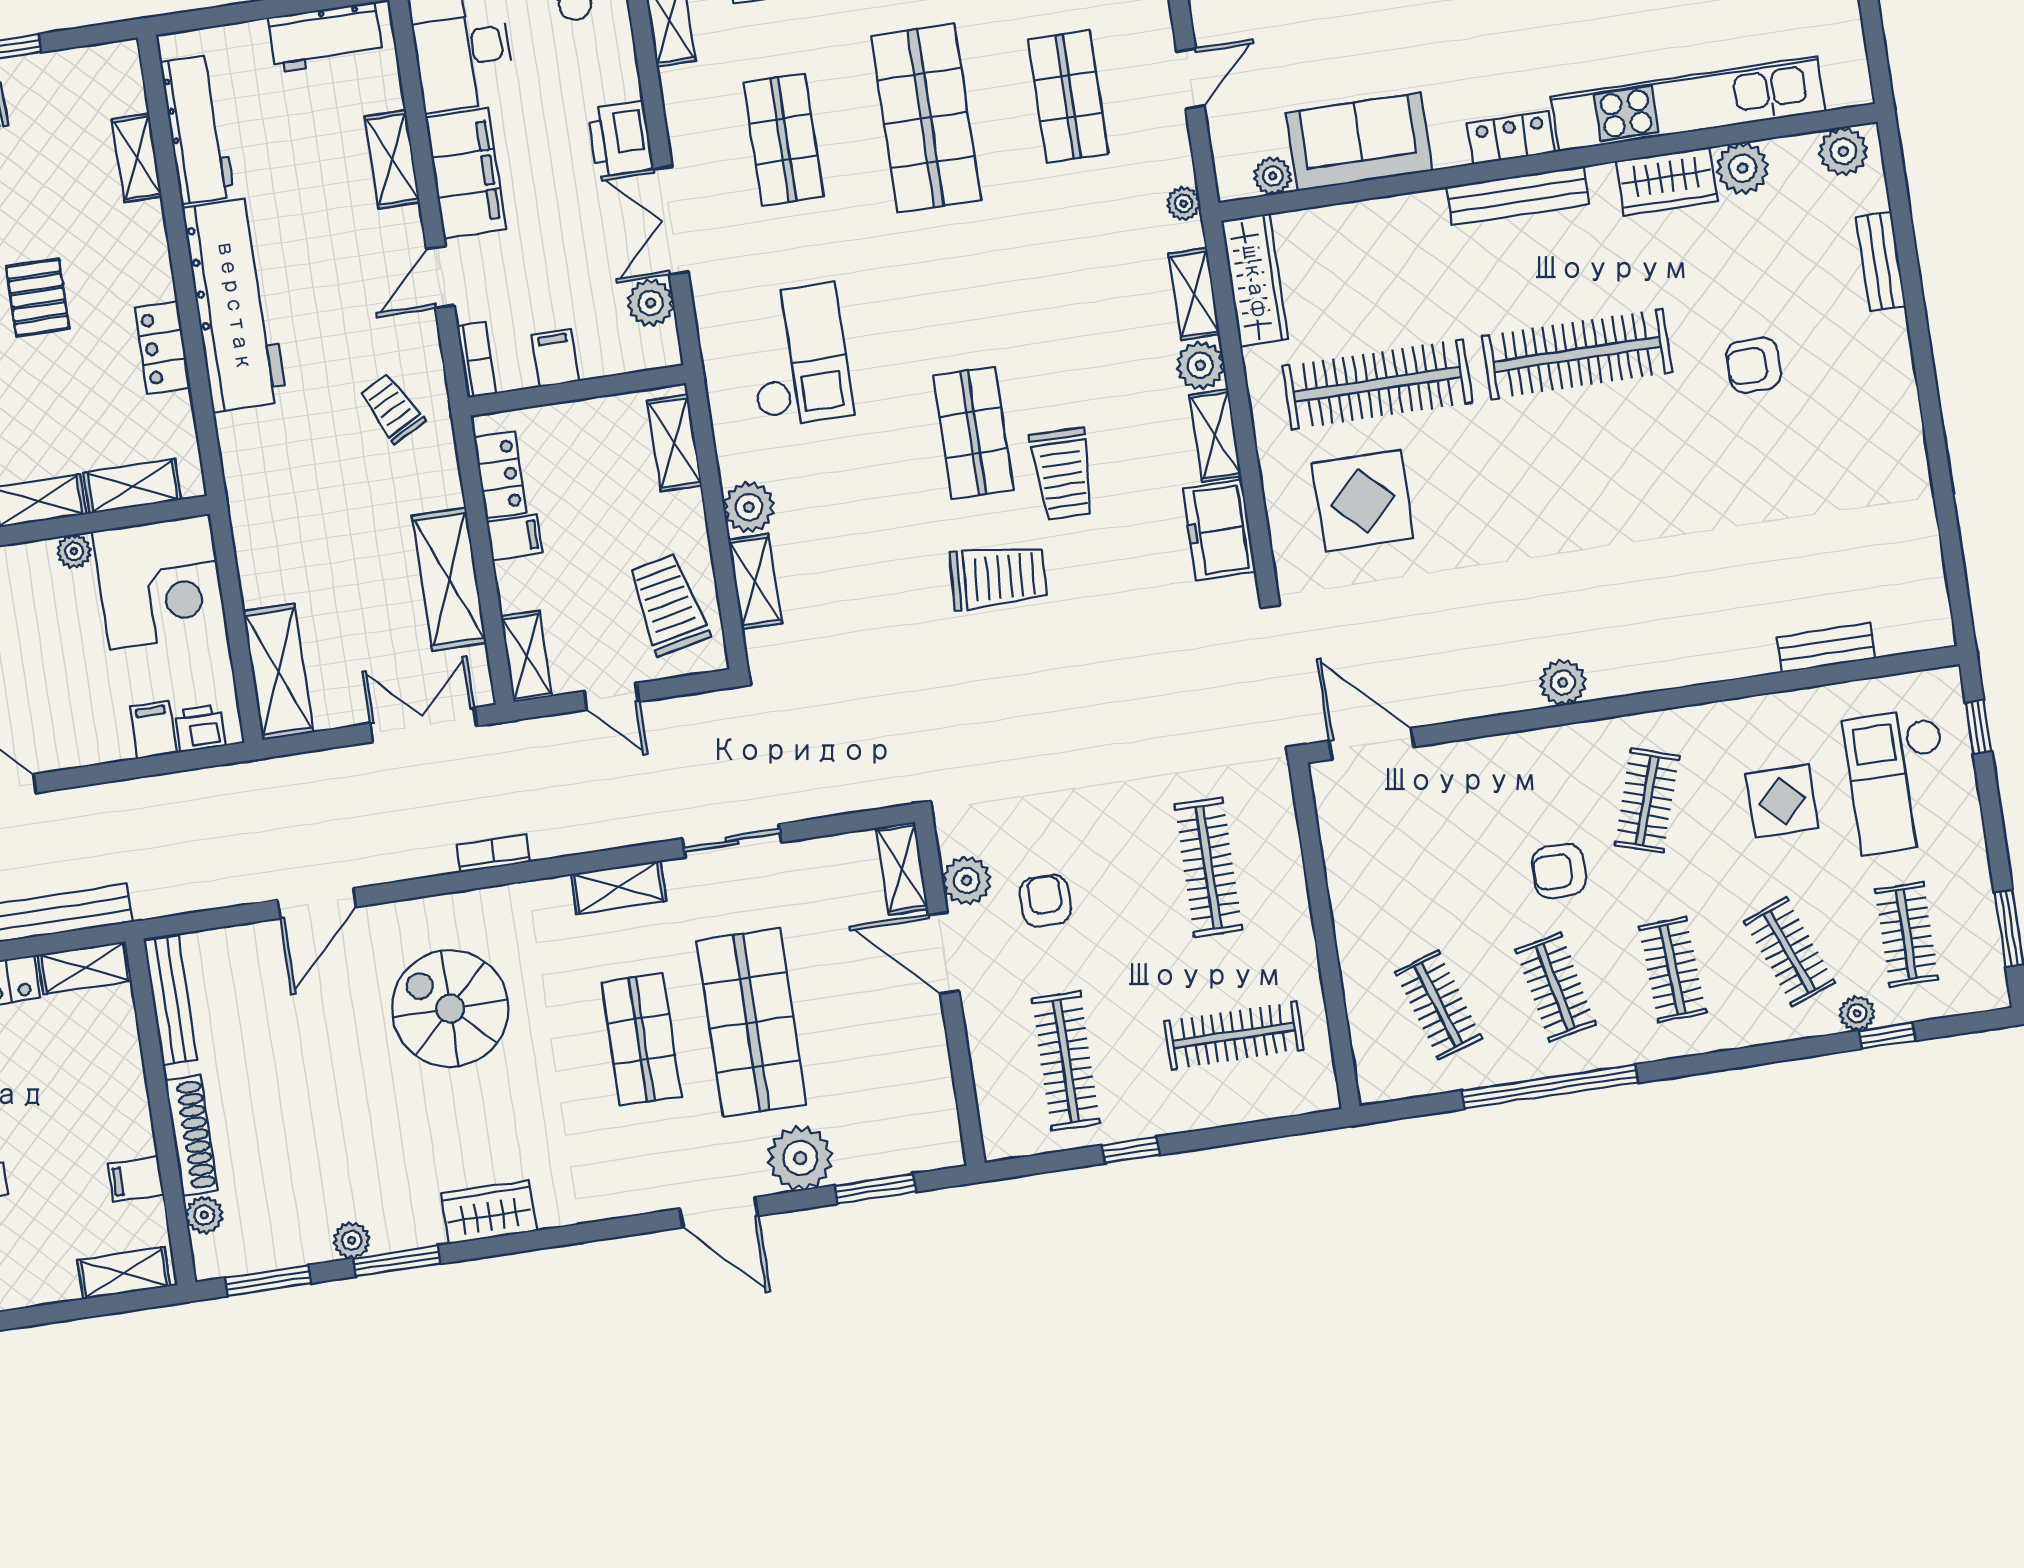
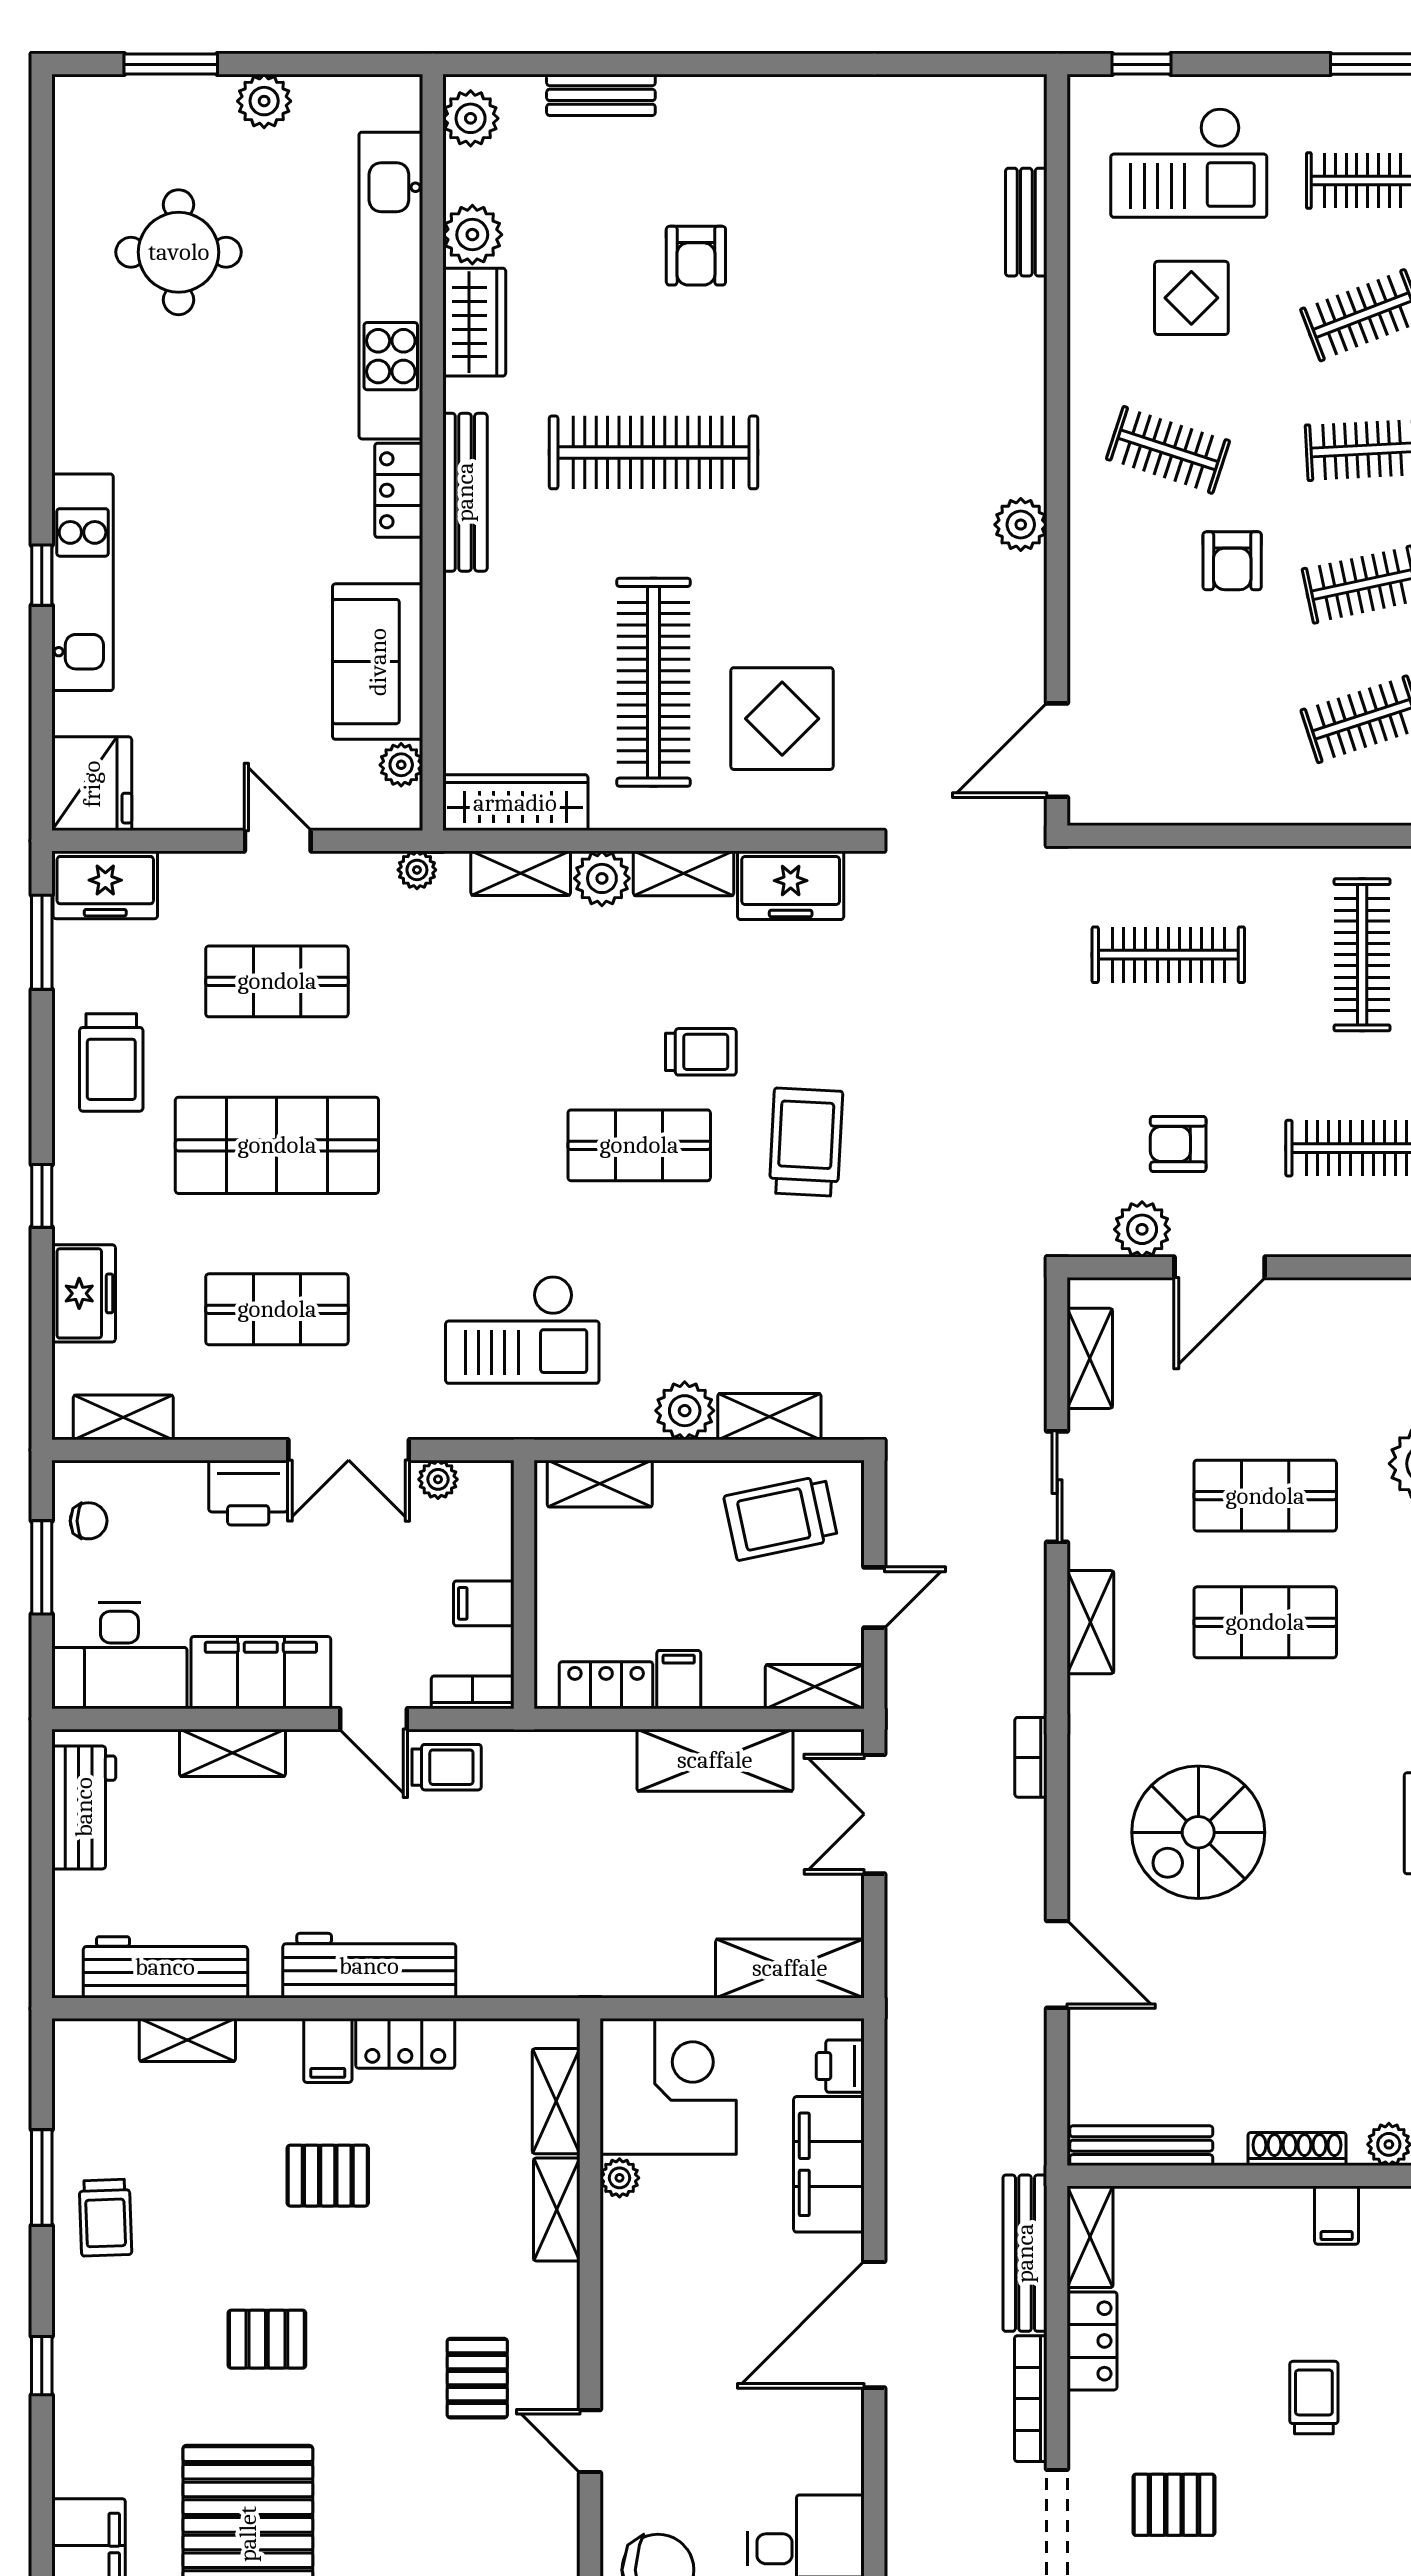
filing cabinet: (146, 281) -> (328, 2050), added
plant: (651, 303) -> (438, 1479), width x0.73, depth x0.73
workbench: (235, 305) -> (369, 1966), width x0.73, depth x0.76
clothes rail: (1577, 354) -> (654, 452), turned 90
checkout: (798, 355) -> (522, 1330), turned 180
trolley: (392, 408) -> (447, 1767), moved, turned -152
trolley: (1063, 474) -> (701, 1052), width x0.73, depth x0.72
filing cabinet: (153, 730) -> (829, 2164), width x3.00, depth x1.17
shelving: (902, 868) -> (1090, 1358), moved, turned 90
shop shelf: (751, 1022) -> (1265, 1496), width x0.70, depth x0.74
shoe rack: (191, 1135) -> (1297, 2149), width x0.74, depth x0.81

